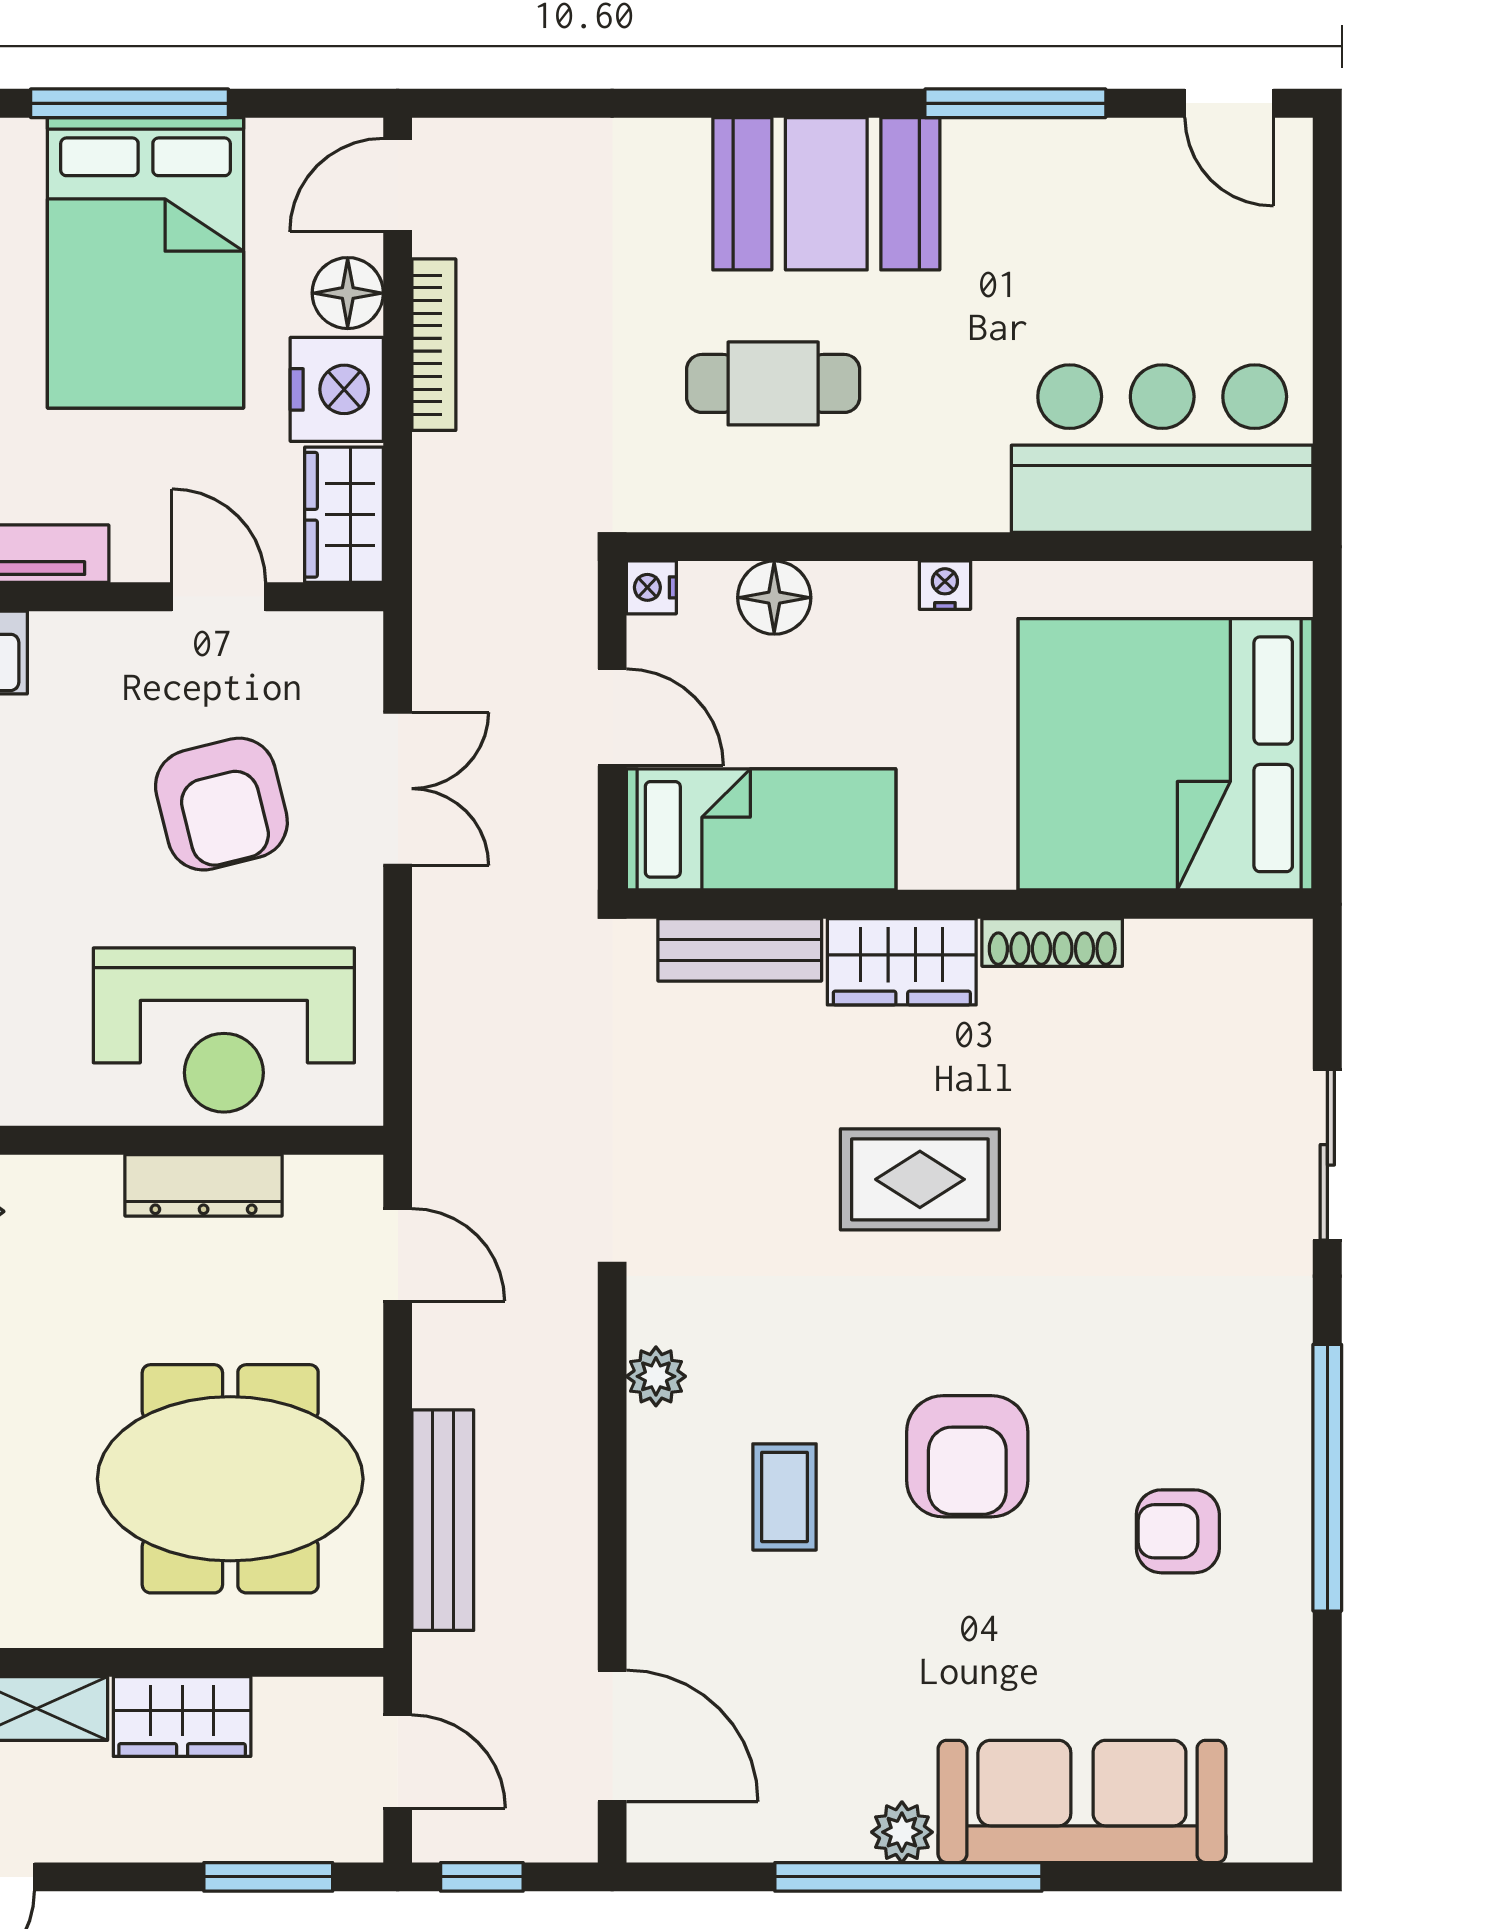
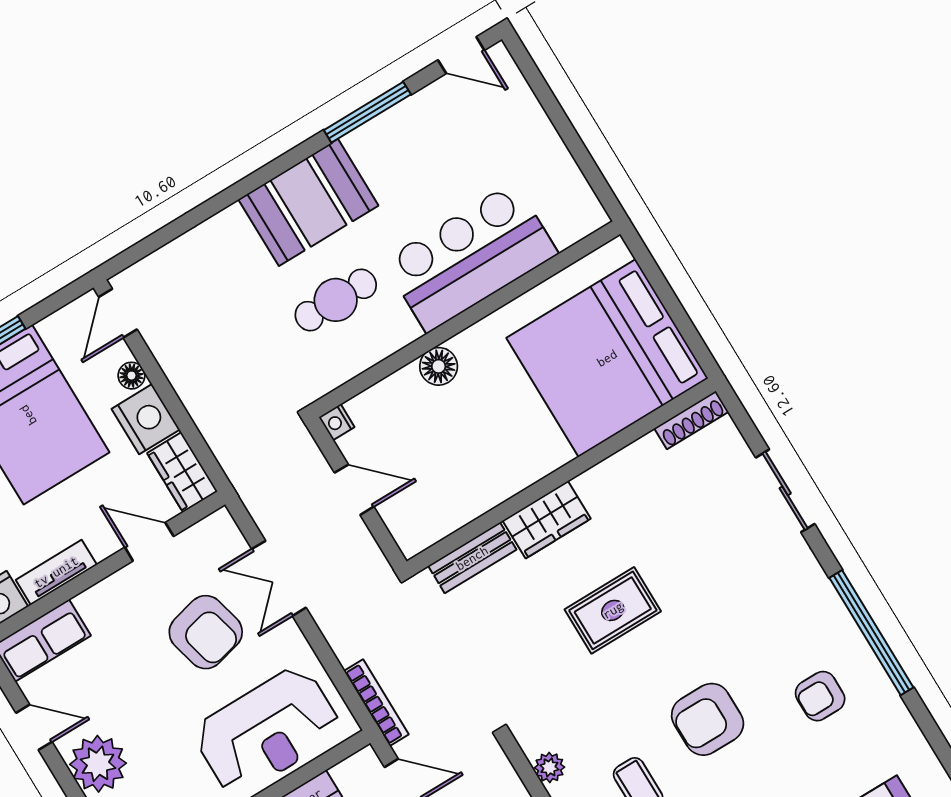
floor lamp: (348, 293) -> (132, 376), width x0.73, depth x0.73
bookcase: (434, 345) -> (376, 703), moved
bar counter: (1162, 449) -> (471, 257), moved
nightstand: (945, 585) -> (465, 343), removed
floor lamp: (774, 598) -> (439, 366), moved
double door: (398, 789) -> (279, 578), swing flipped
bed: (761, 829) -> (450, 499), removed
shoe rack: (1052, 942) -> (691, 420), moved
armchair: (967, 1456) -> (708, 719), turned 90

